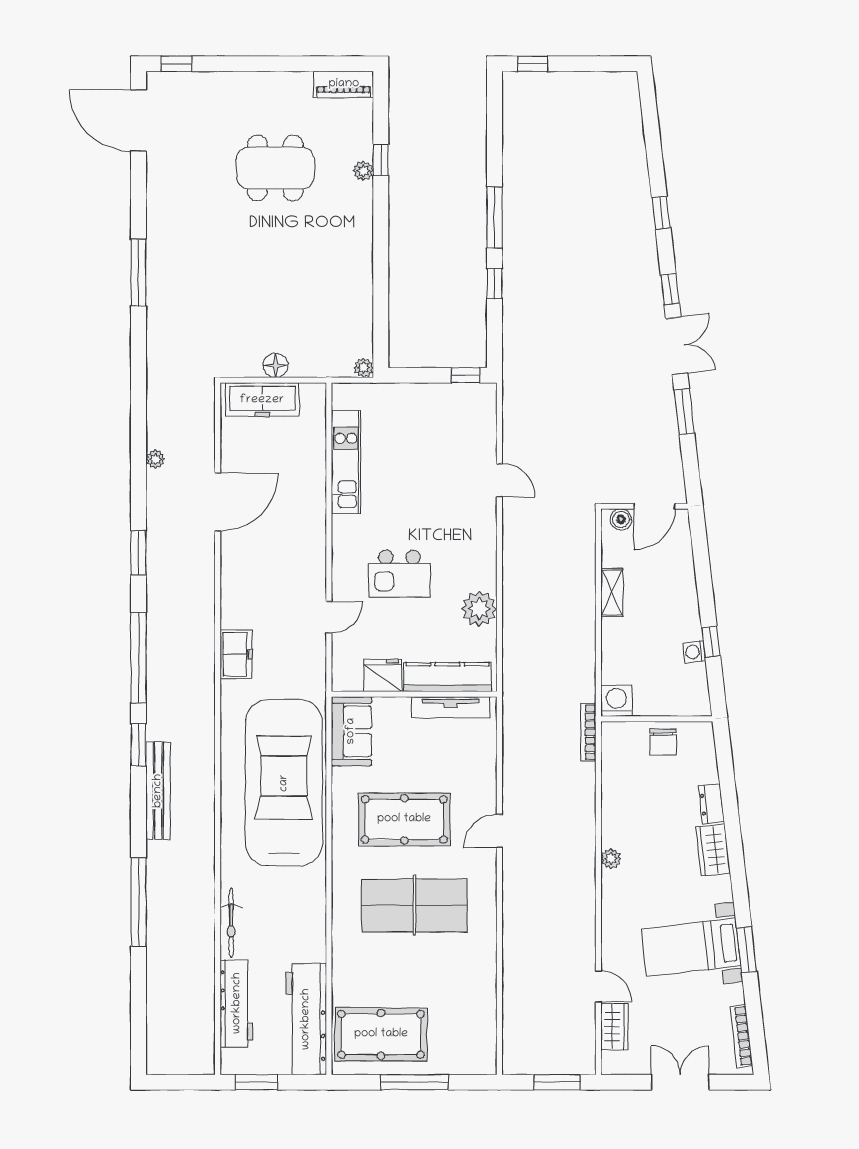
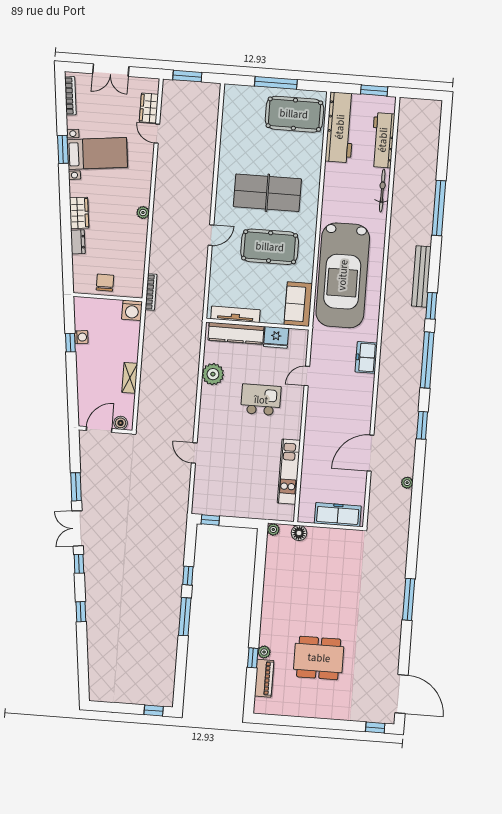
piano: (344, 84) -> (264, 678), moved, turned 90
floor lamp: (276, 365) -> (299, 533), moved

